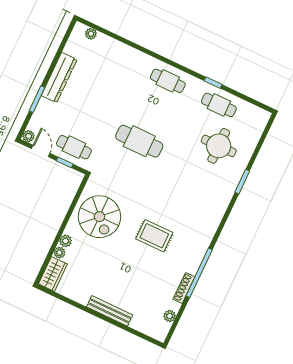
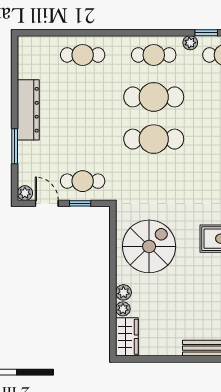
plant: (91, 34) -> (190, 43), moved
cafe table: (117, 57) -> (83, 55), added
cafe table: (154, 111) -> (154, 97), added
spiral stairs: (99, 217) -> (149, 246), turned -90

